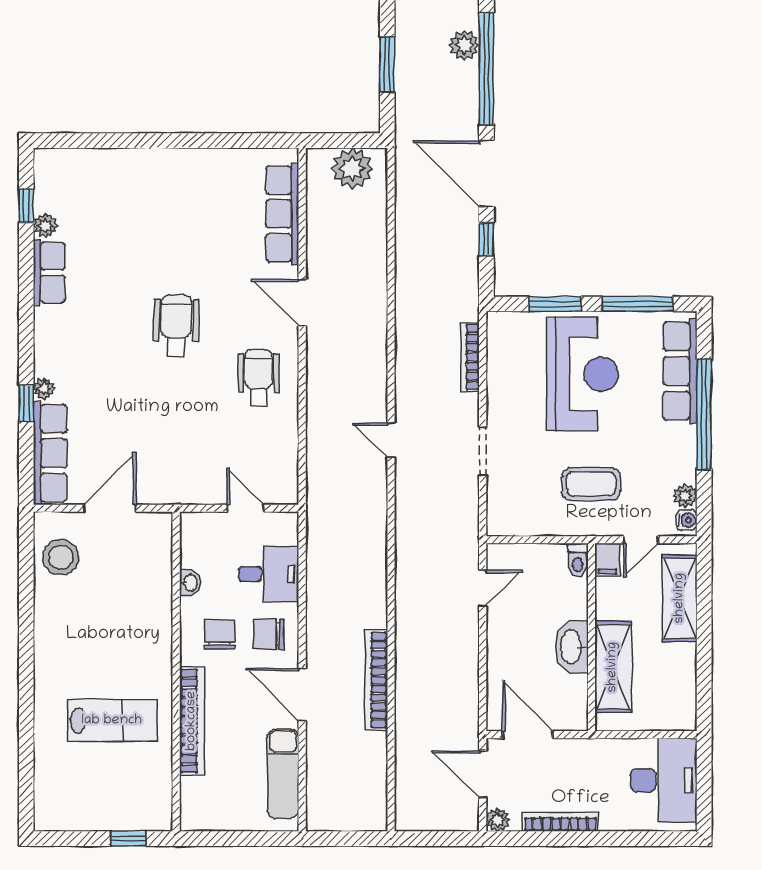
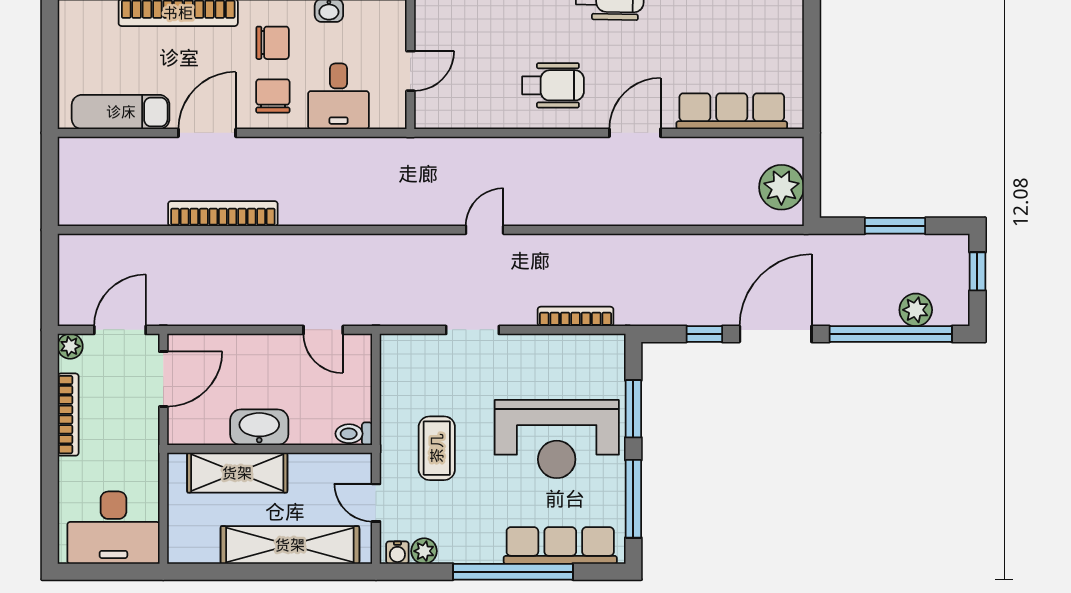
filing cabinet: (607, 560) -> (354, 466), removed
shelving: (680, 598) -> (290, 545), width x1.47

